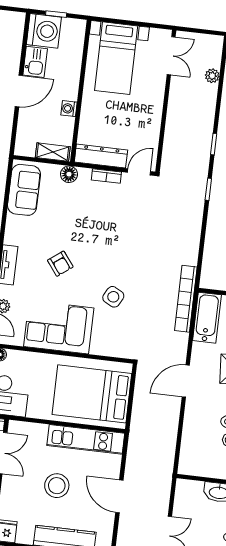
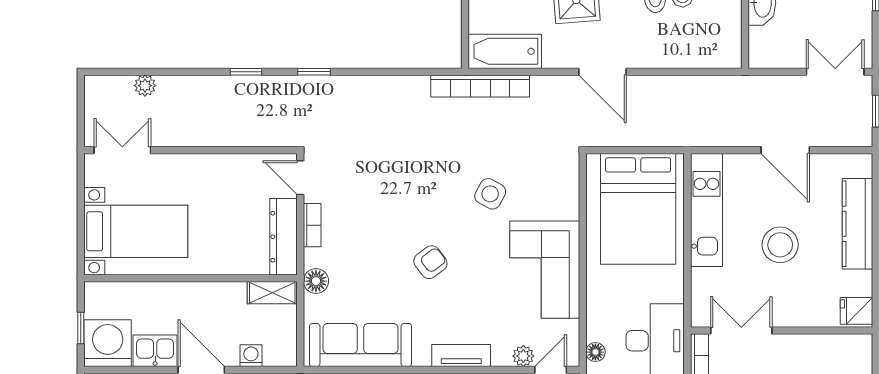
washing machine: (69, 109) -> (251, 356), moved, turned 180
shelving: (53, 152) -> (272, 293), moved, turned 90
sofa: (24, 190) -> (360, 345), width x1.36
armchair: (60, 264) -> (430, 262), moved
door: (119, 496) -> (785, 150), hinge flipped

